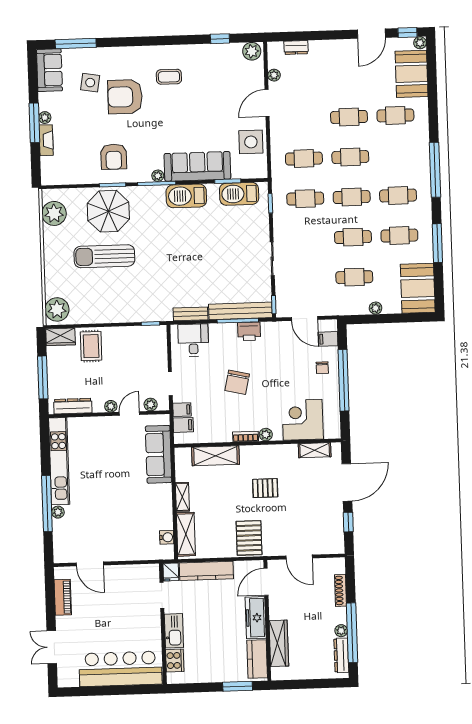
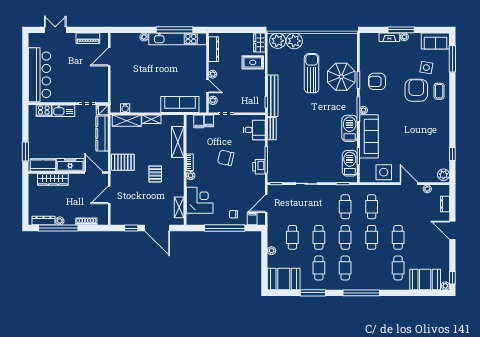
door: (371, 34) -> (452, 230), moved
coffee table: (169, 77) -> (439, 91), moved
plant: (54, 213) -> (294, 41), moved
bench: (240, 311) -> (273, 96), moved
window: (43, 377) -> (233, 30), removed
window: (47, 504) -> (175, 30), moved

